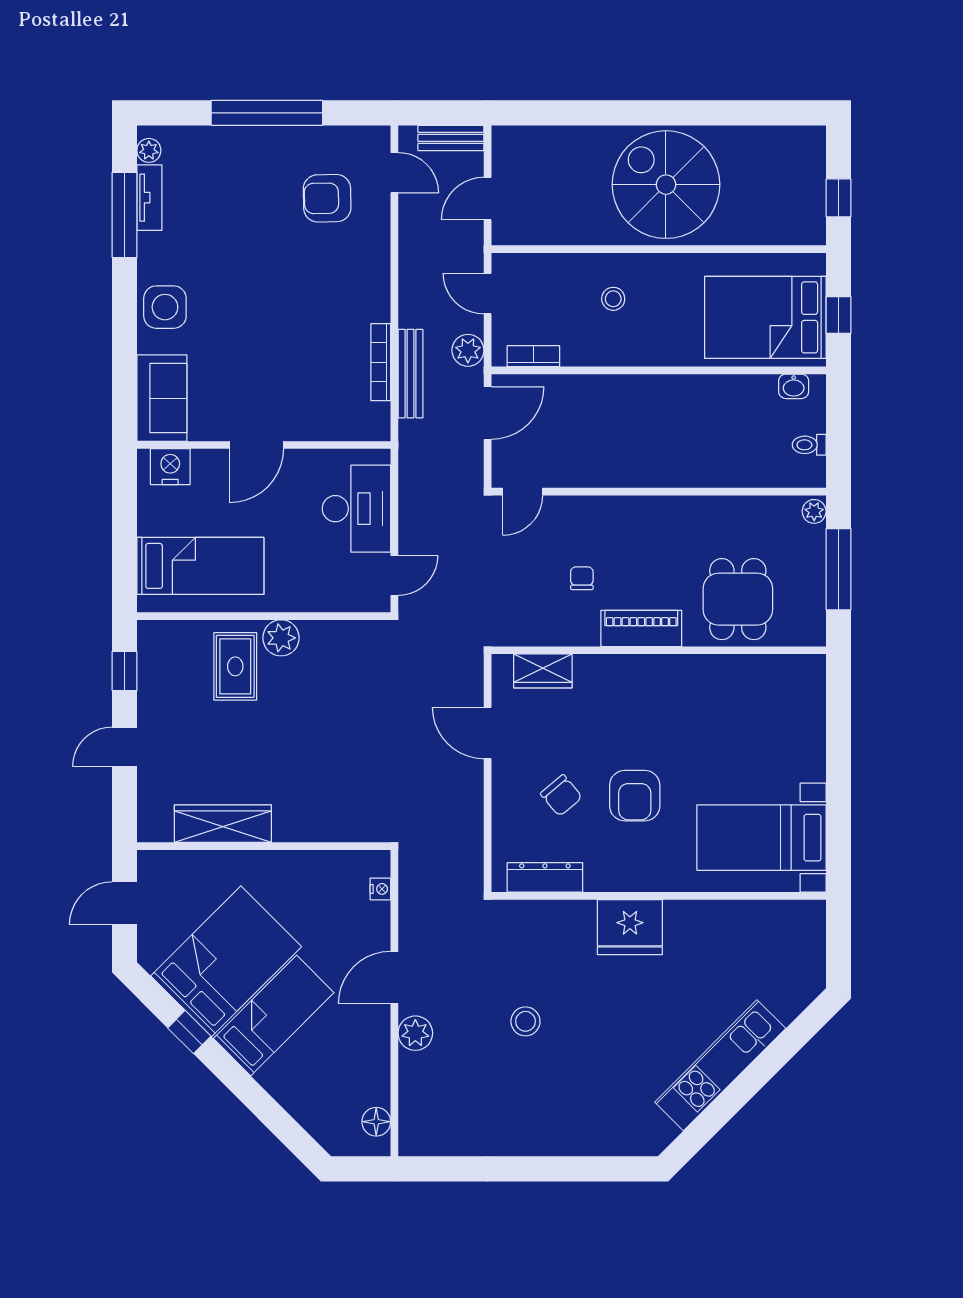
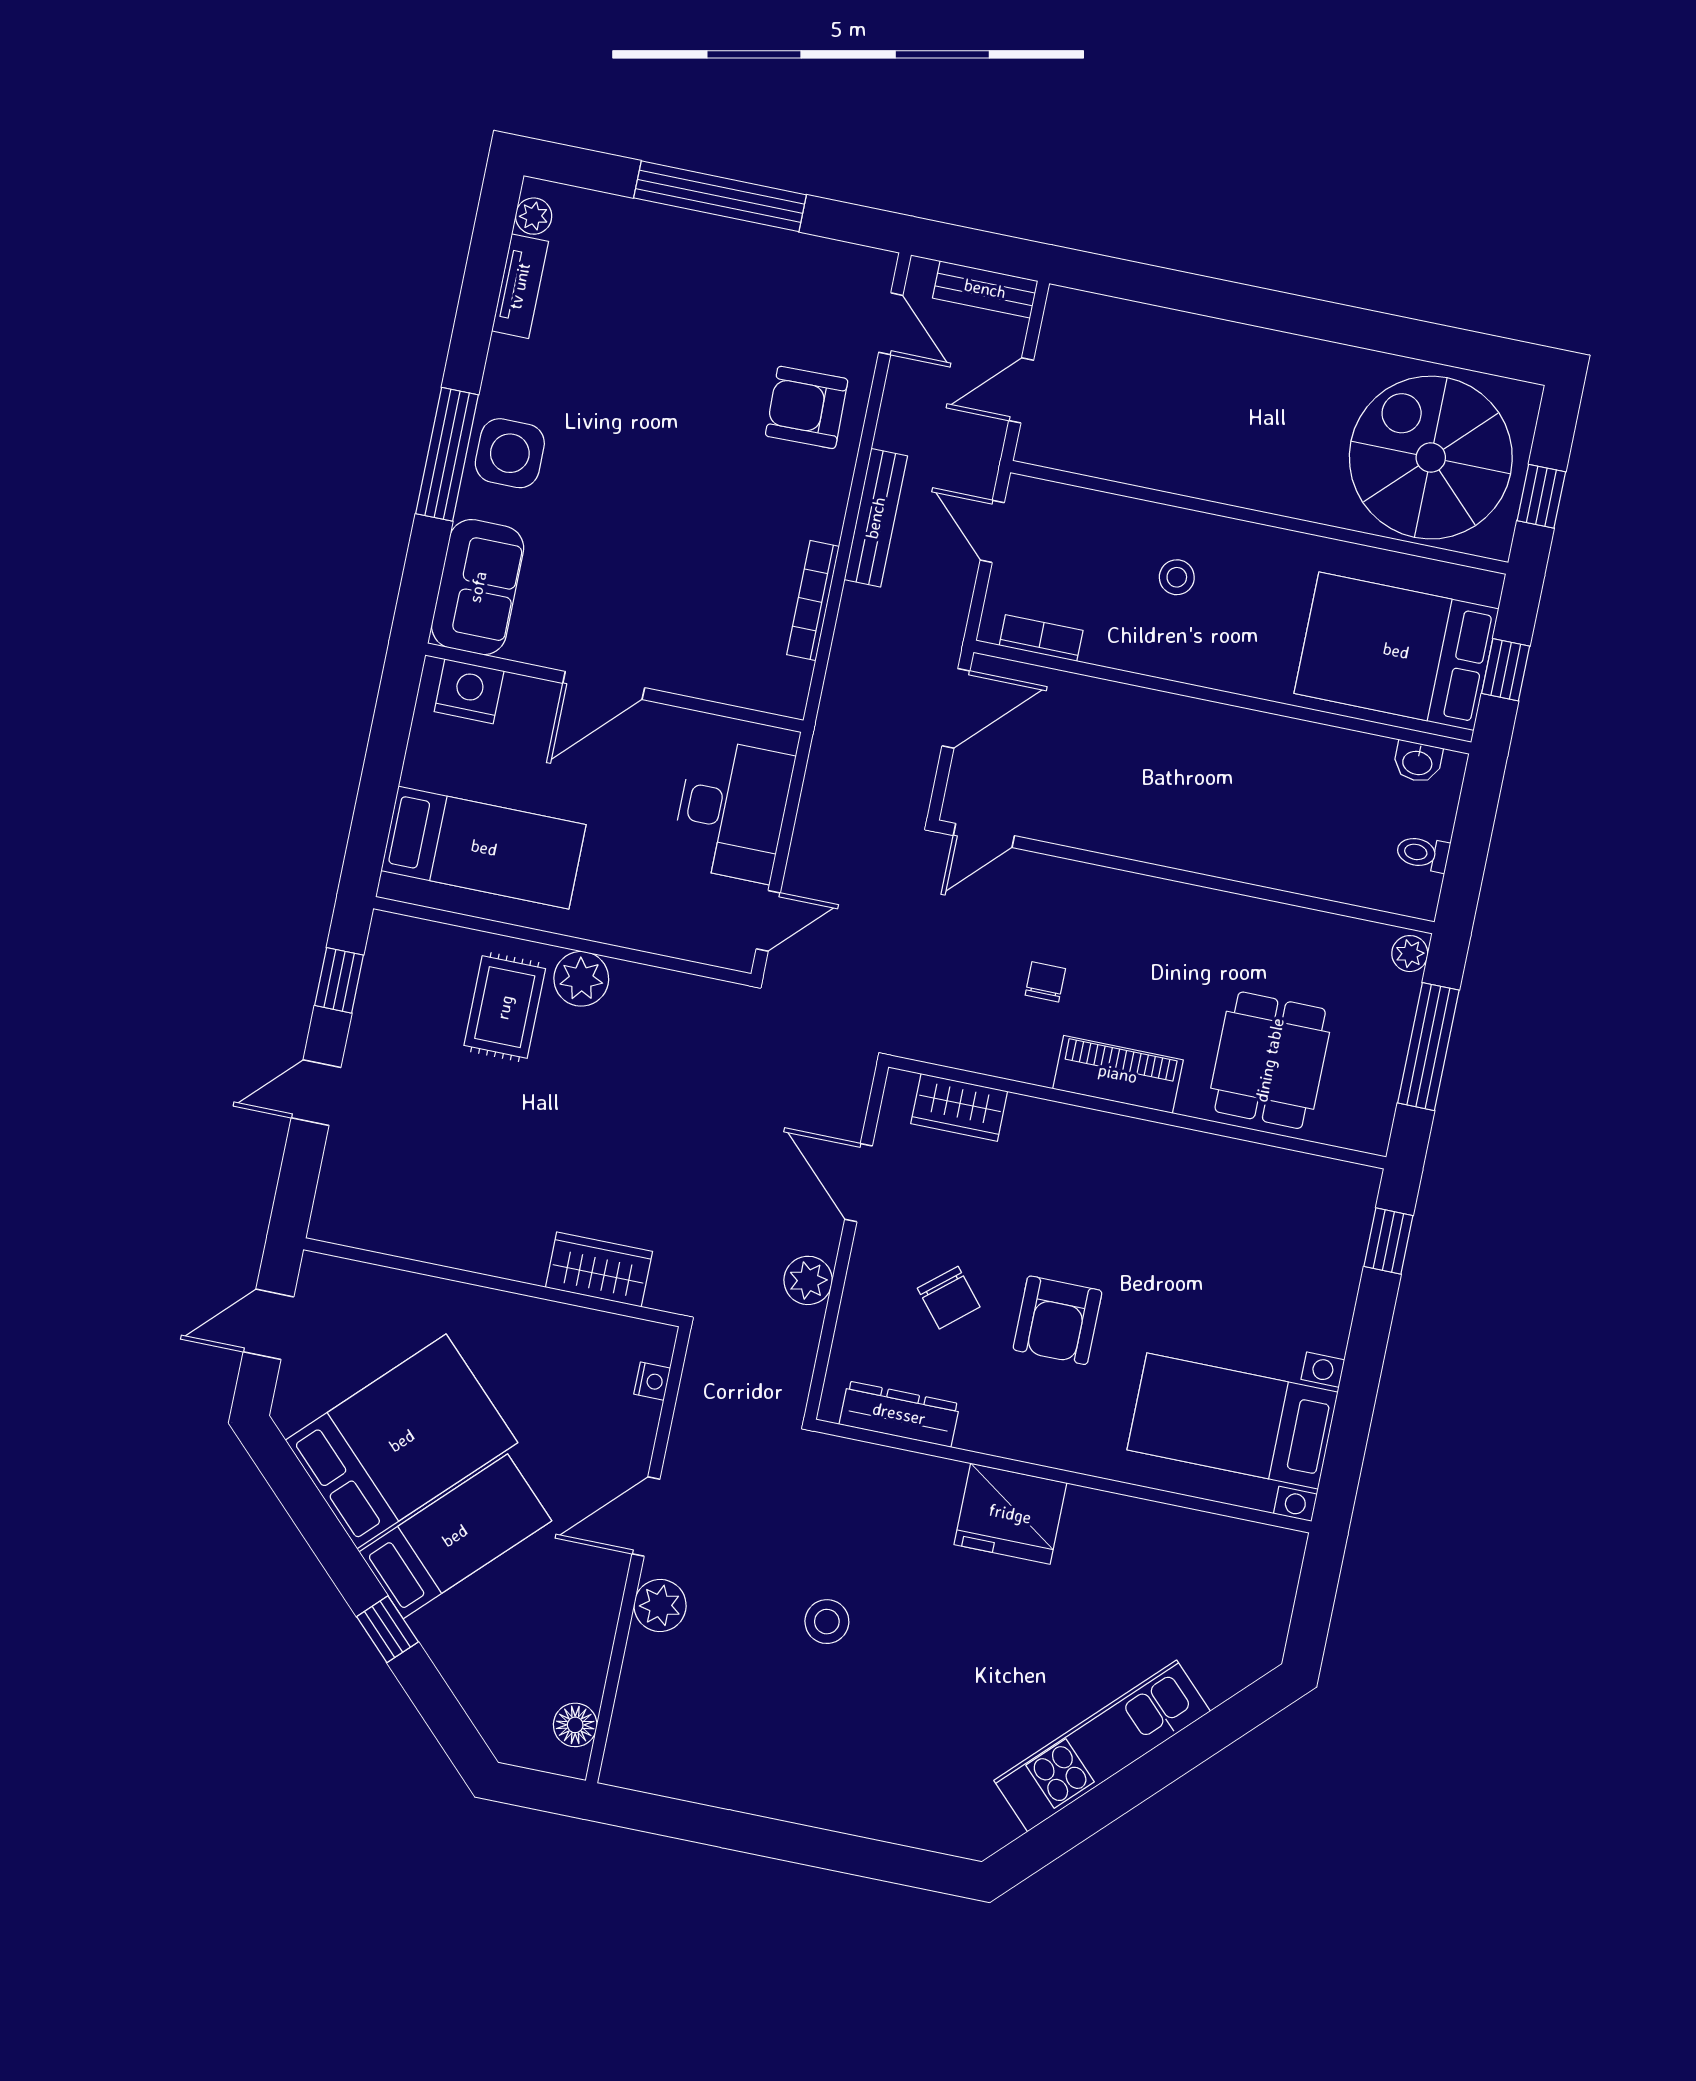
spiral stairs: (666, 185) -> (1431, 458), moved
armchair: (327, 198) -> (807, 407), moved
window: (124, 215) -> (447, 454), moved
plant: (468, 350) -> (808, 1280), moved
bench: (410, 374) -> (876, 518), moved
window: (838, 700) -> (1388, 1241), added
wardrobe: (223, 824) -> (599, 1269), moved, width x0.67
window: (189, 1032) -> (387, 1629), moved

